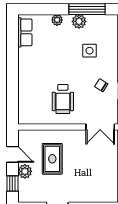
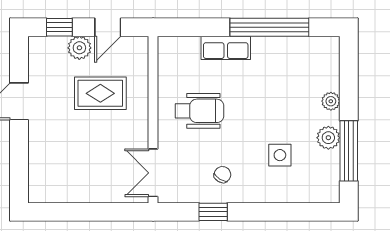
row of seats: (25, 32) -> (226, 48), moved
window: (12, 57) -> (269, 27), added
wheelchair: (63, 99) -> (199, 111), turned 180

